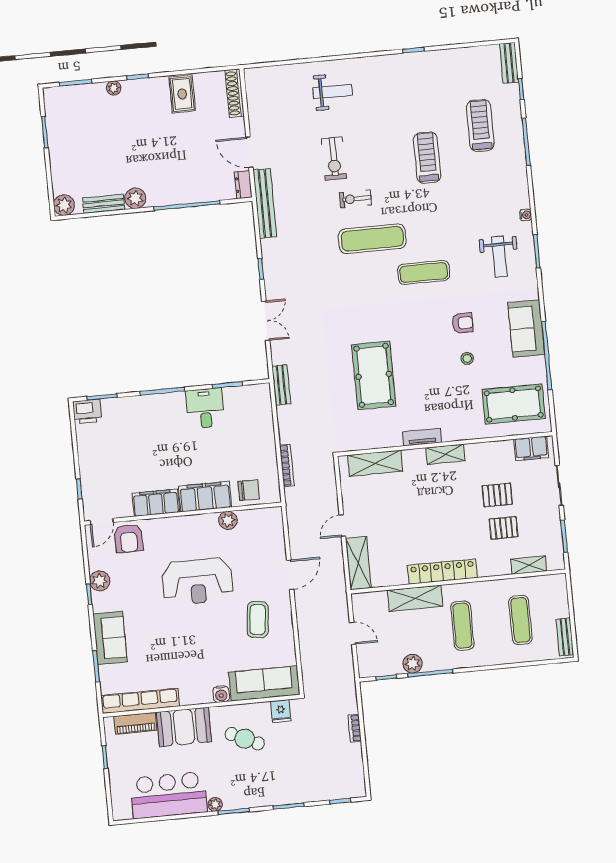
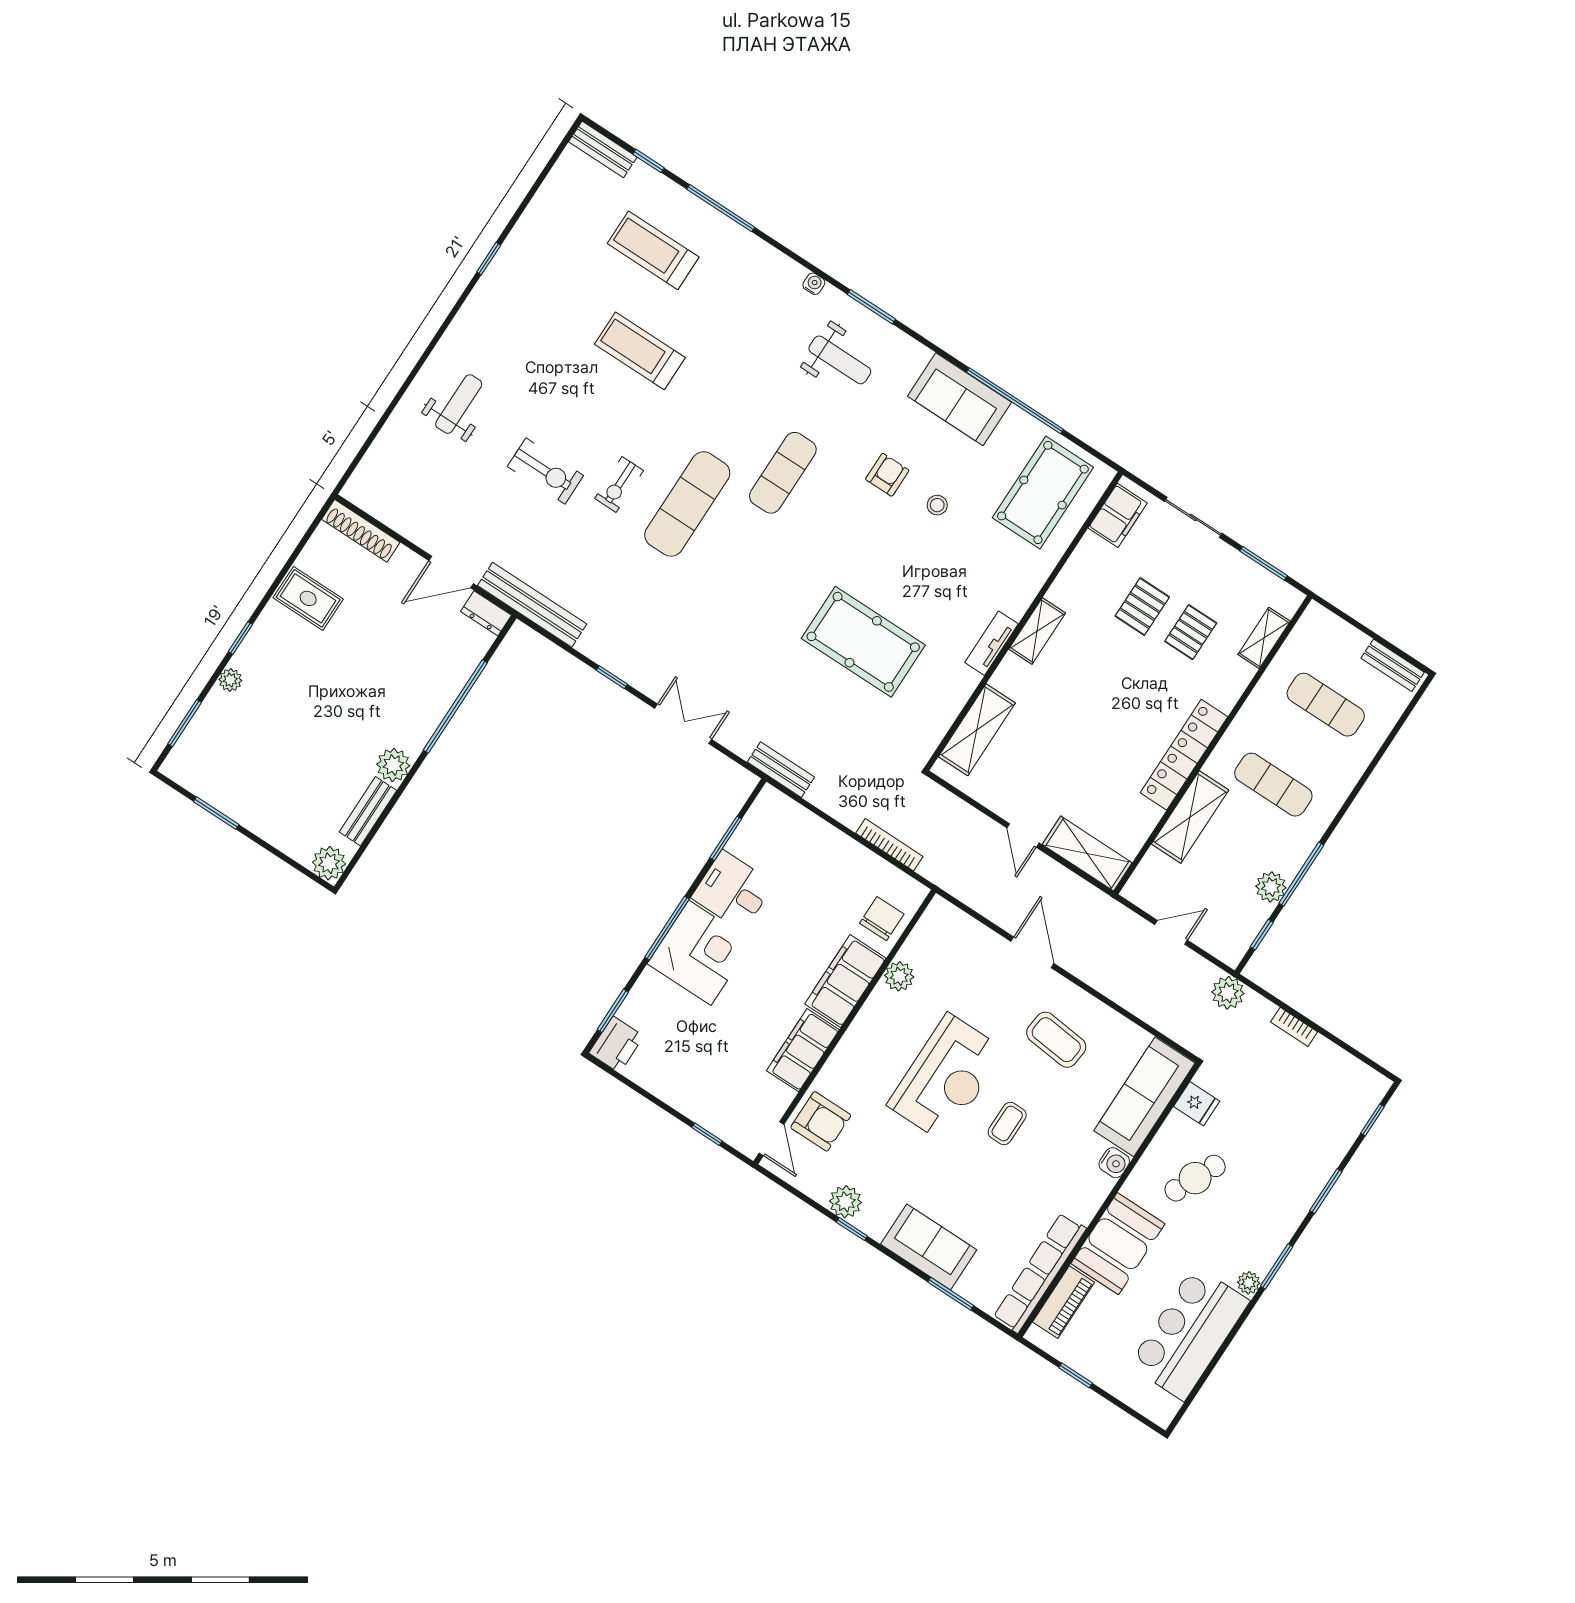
corner desk: (163, 416) -> (700, 953), added
coffee table: (199, 628) -> (1007, 1124), added
plant: (346, 684) -> (1228, 993), added

